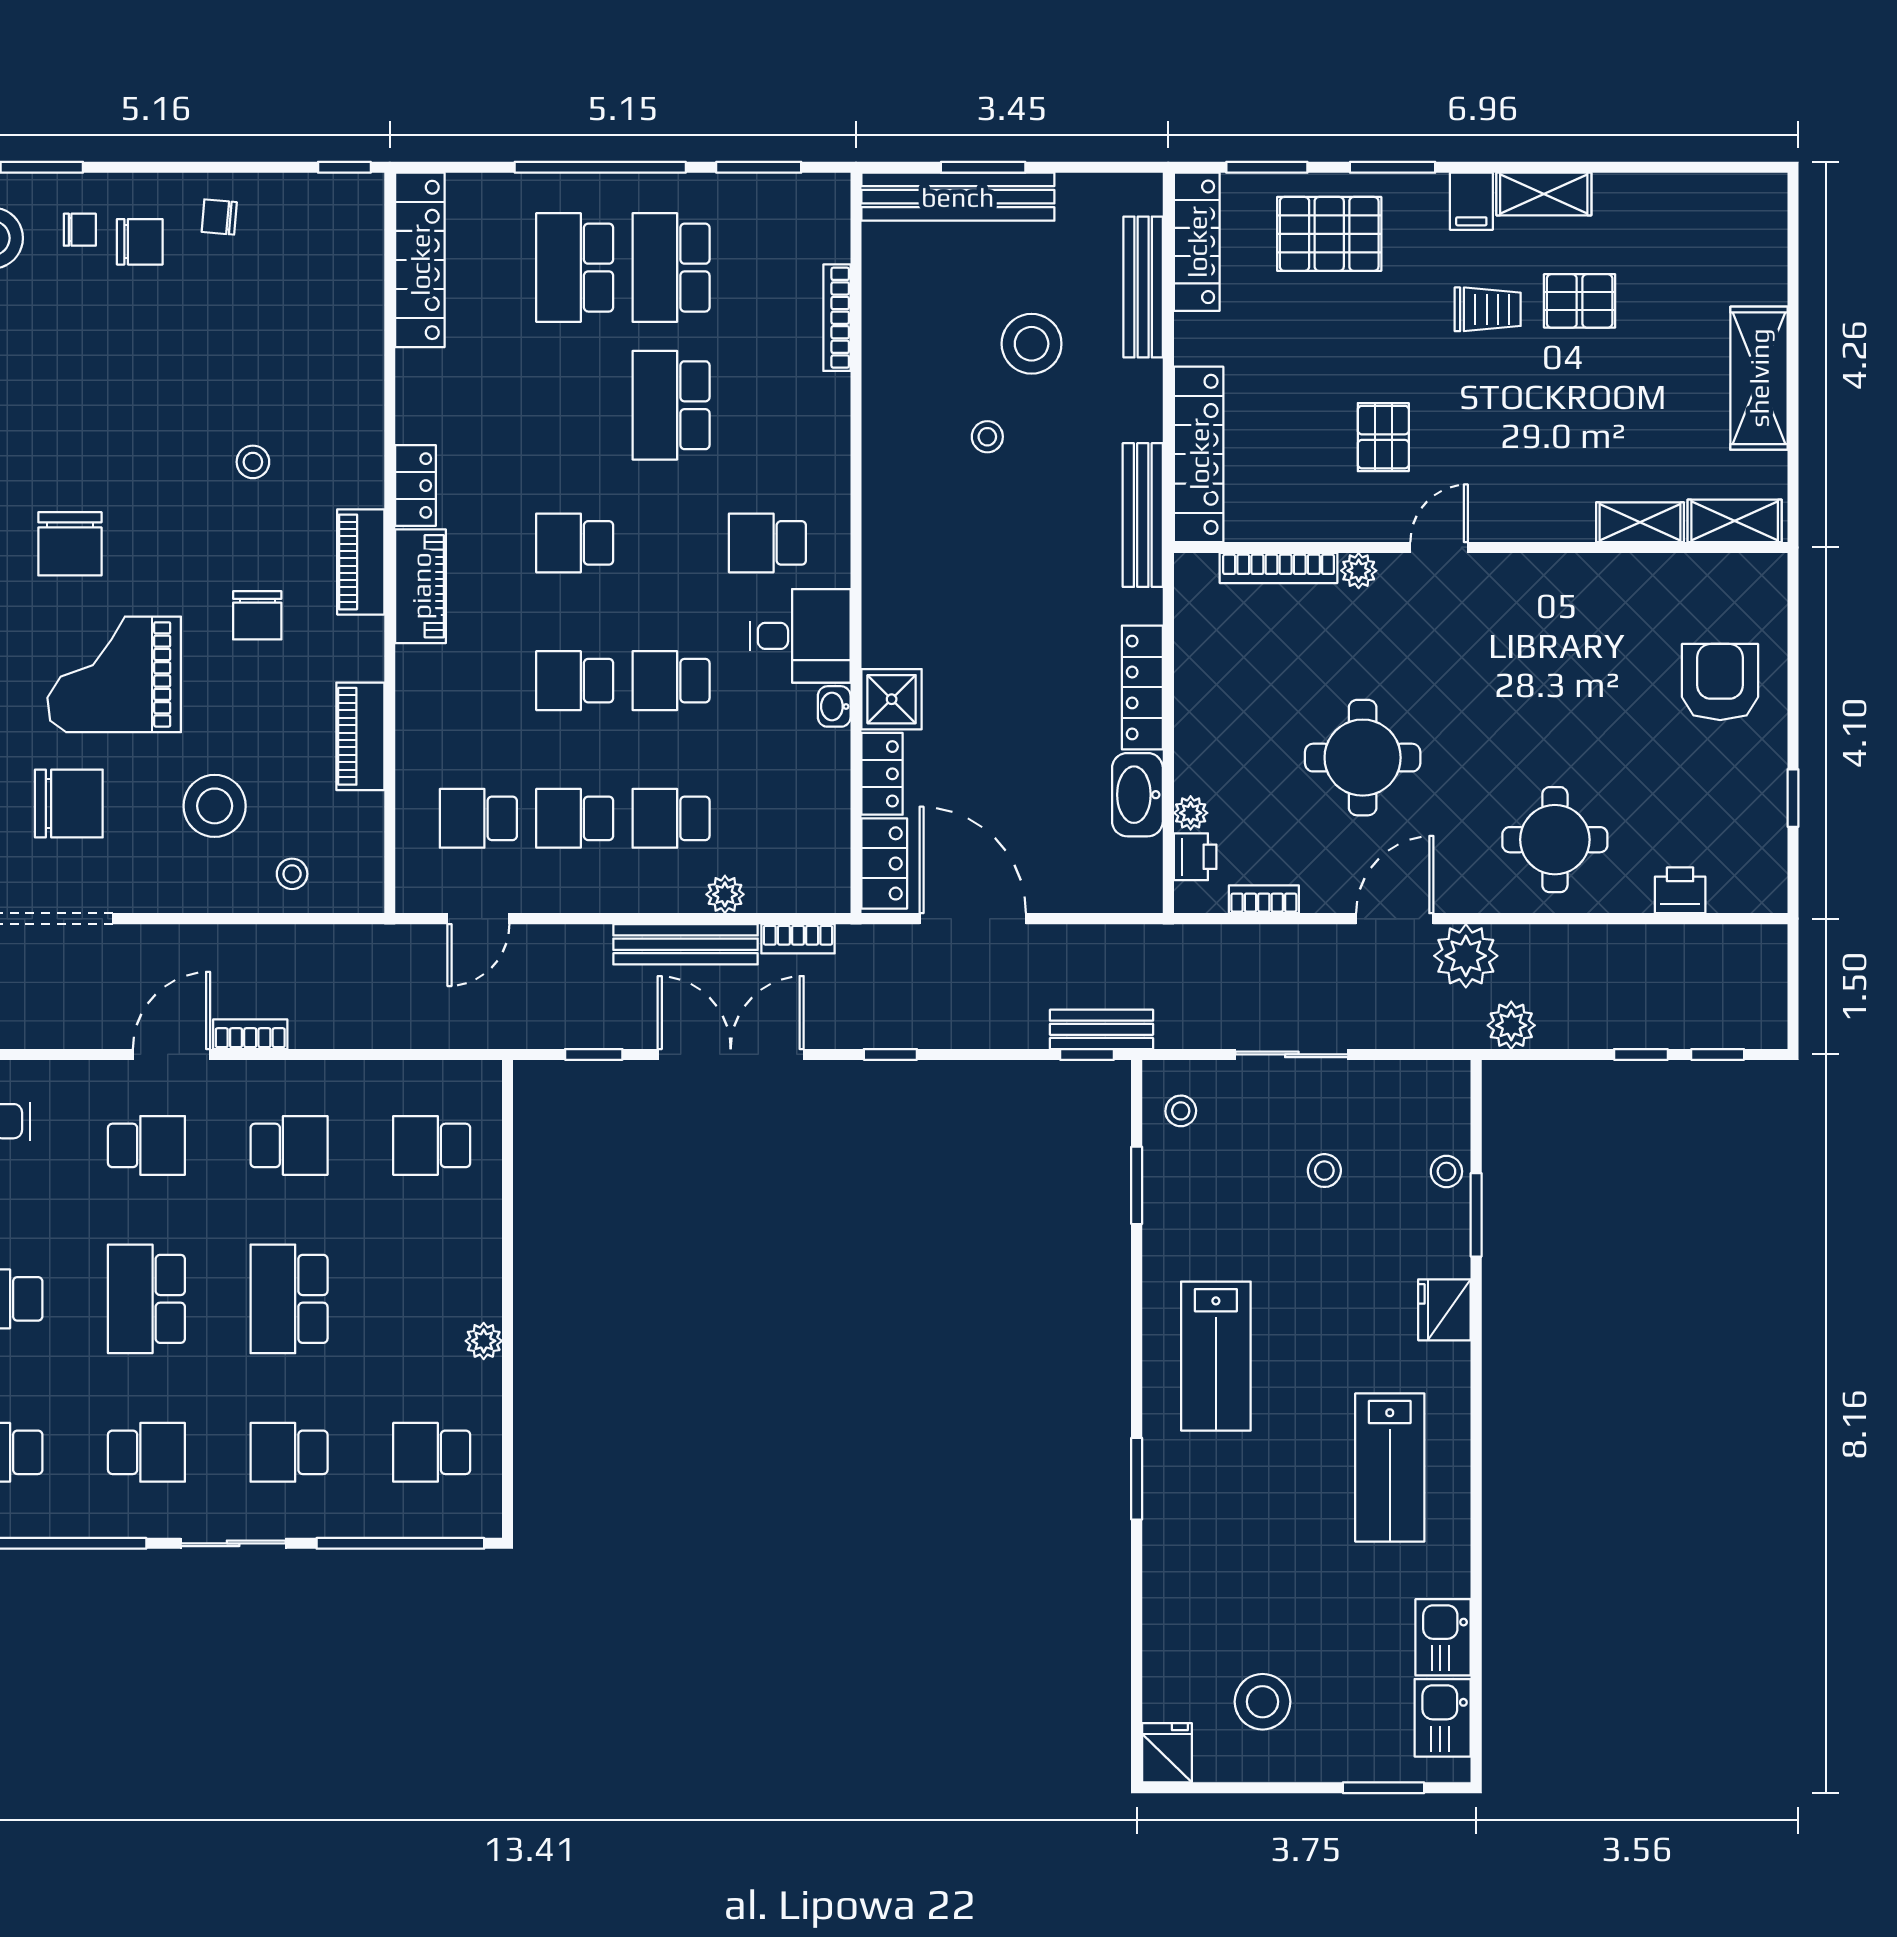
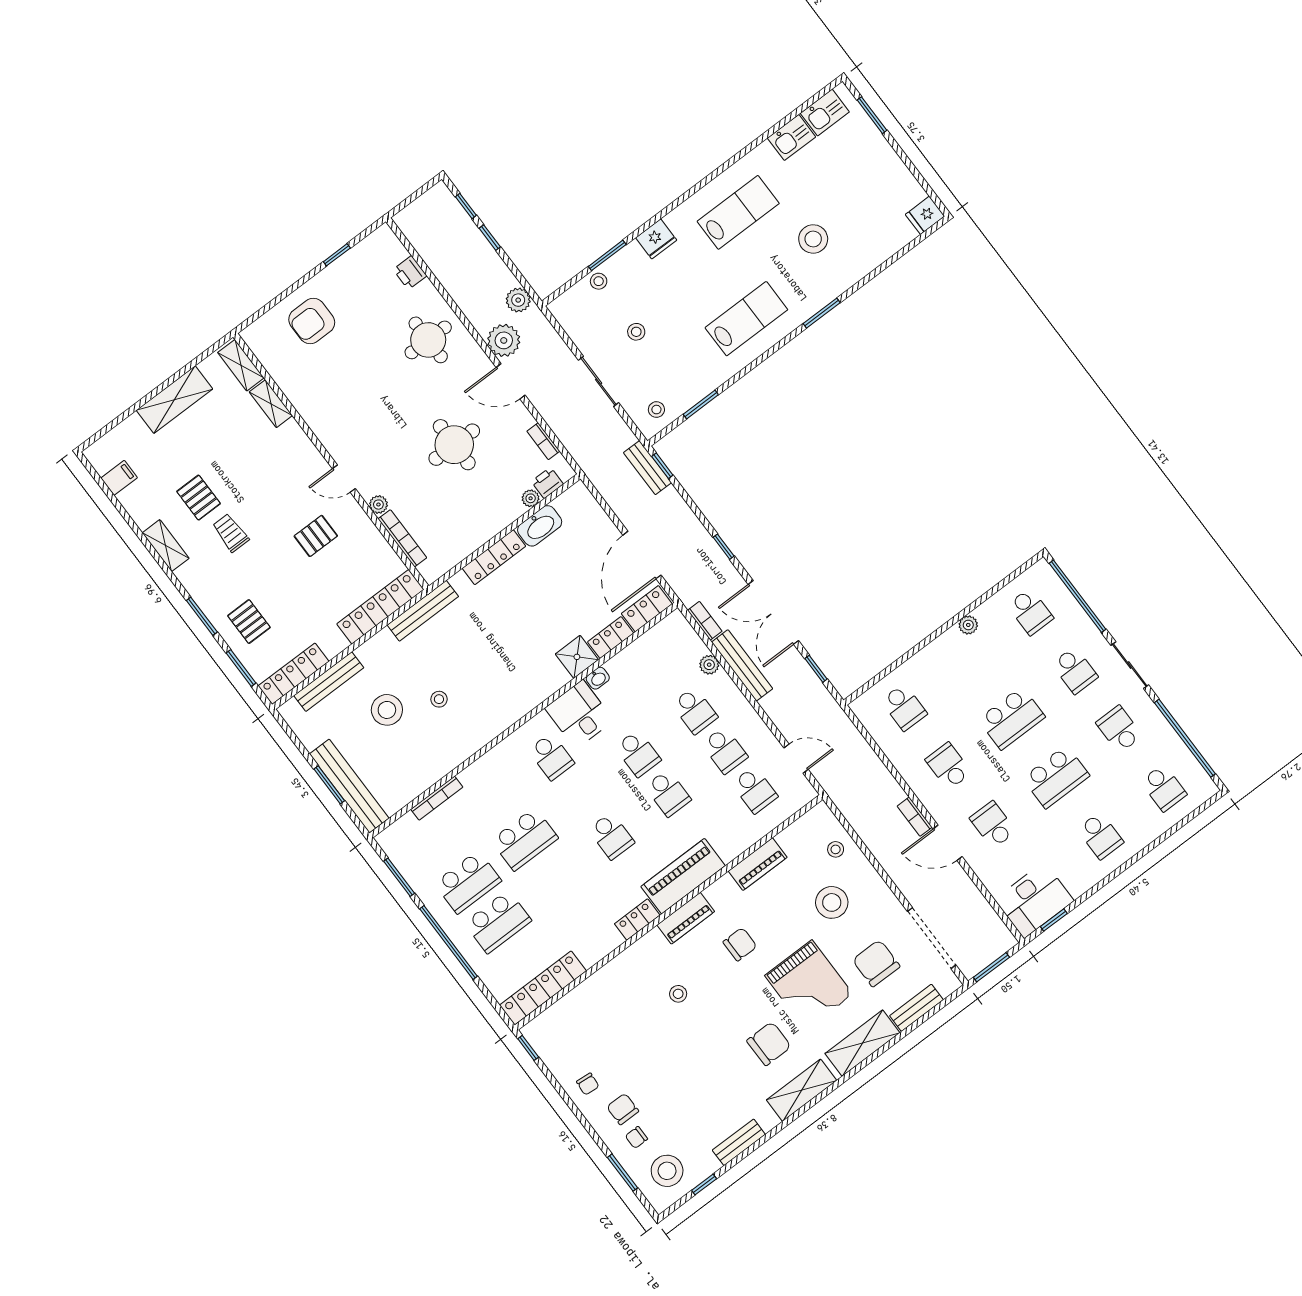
filing cabinet: (1471, 201) -> (119, 478), moved
chair: (80, 230) -> (636, 1137), turned -90
pallet: (1329, 234) -> (249, 622), width x0.67, depth x0.71
piano: (421, 586) -> (683, 876), width x1.37, depth x1.33
stool: (1263, 1702) -> (813, 239), moved

